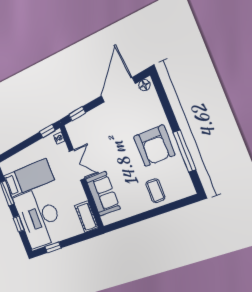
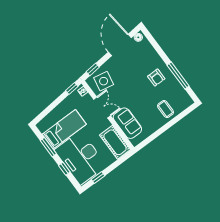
side table: (87, 132) -> (104, 81), added
armchair: (154, 146) -> (156, 78), width x0.53, depth x0.53
cot: (86, 217) -> (115, 142), width x1.37, depth x1.34

